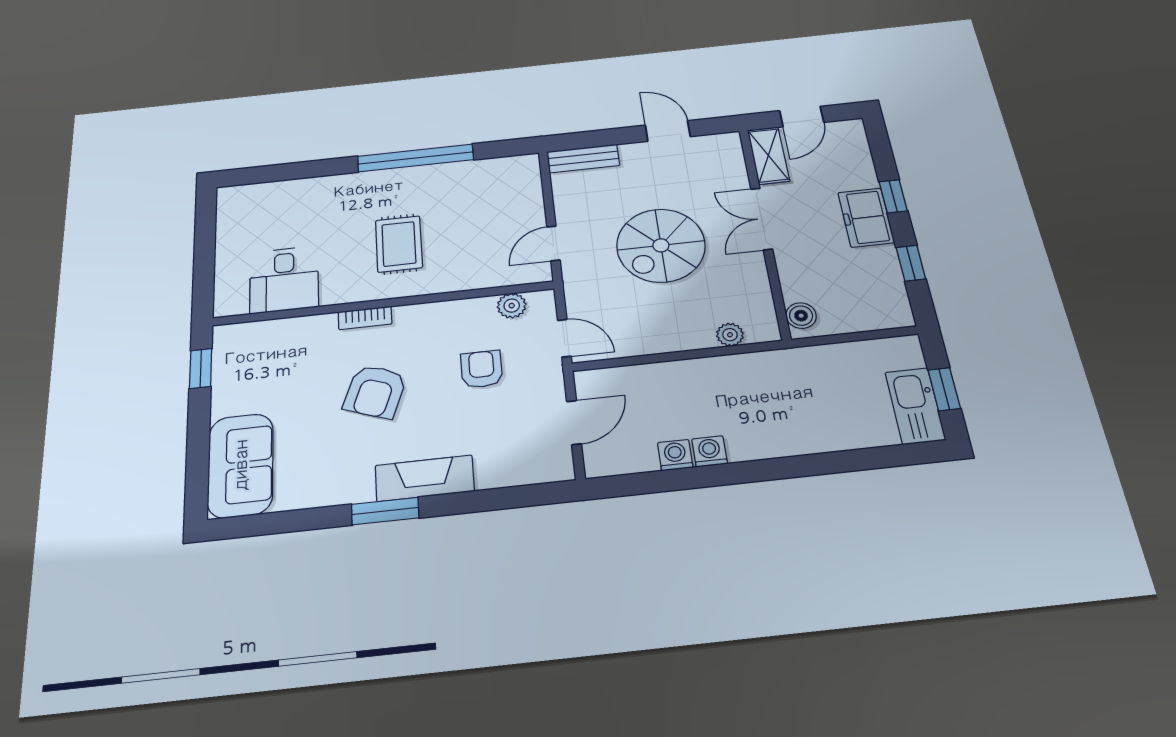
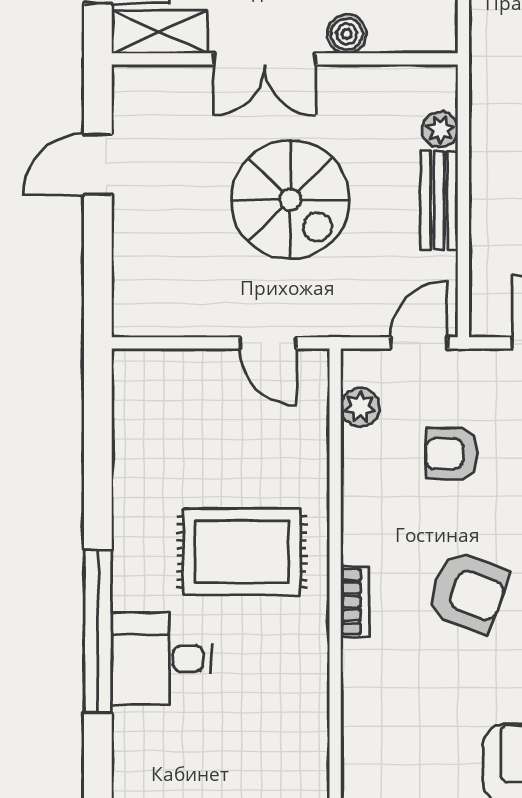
window: (415, 158) -> (98, 631), moved
bench: (583, 159) -> (439, 200), moved
rug: (399, 244) -> (242, 552), width x1.36, depth x1.43
desk: (284, 279) -> (161, 659), moved, turned 180
boiler: (801, 316) -> (347, 34), moved

